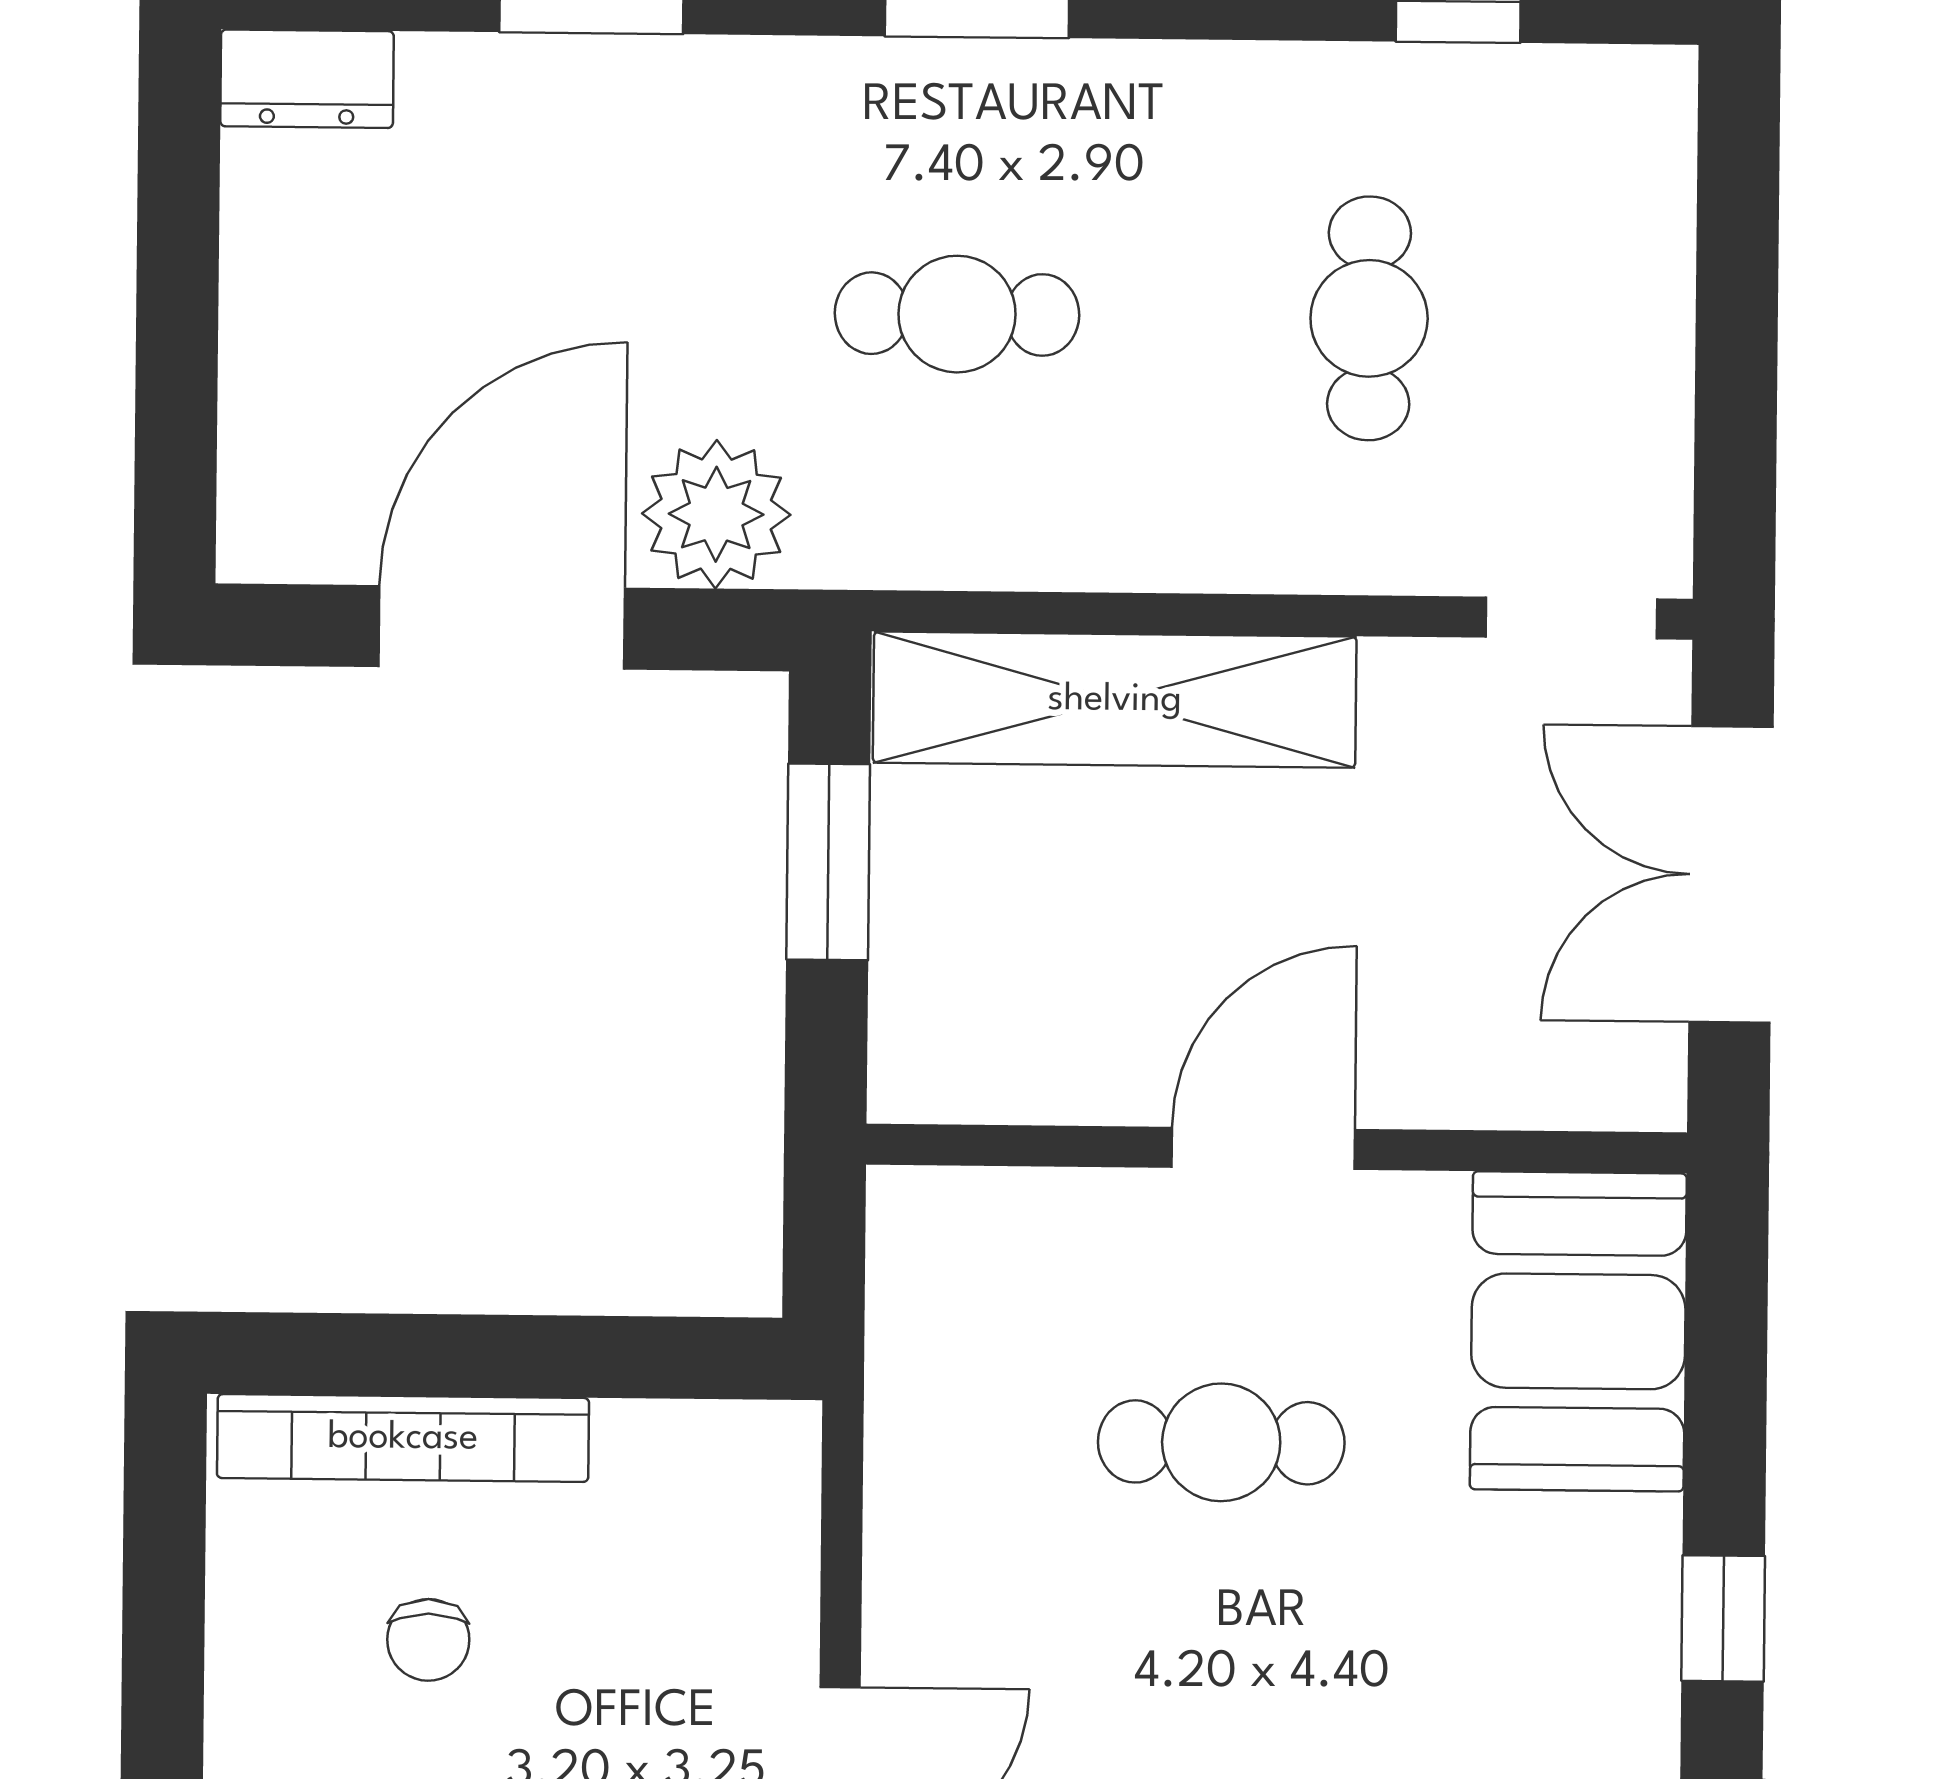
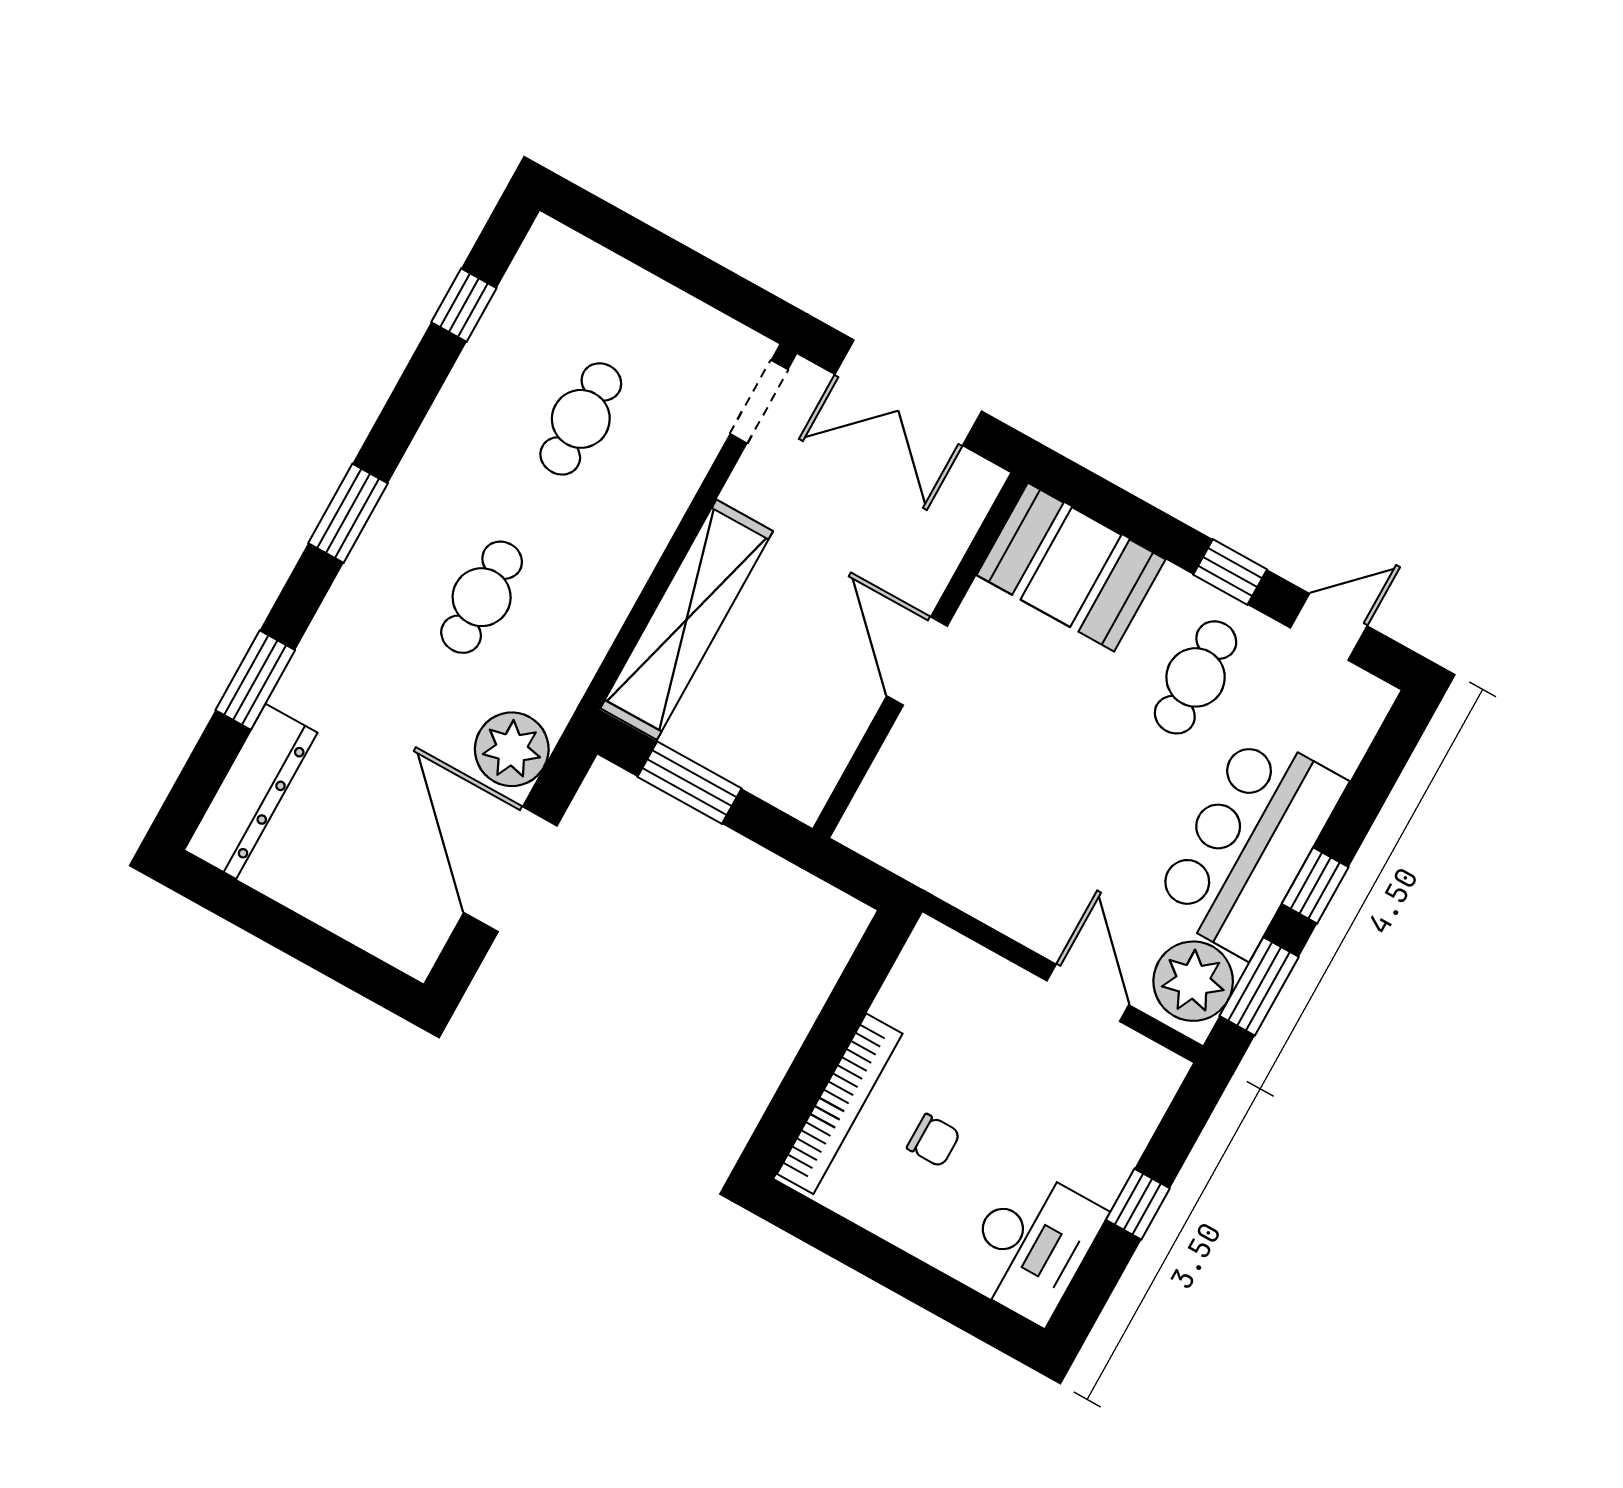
dresser: (307, 79) -> (251, 791), width x1.96, depth x1.24
cafe table: (1369, 318) -> (581, 419), turned 90
cafe table: (1221, 1442) -> (1196, 677), moved

